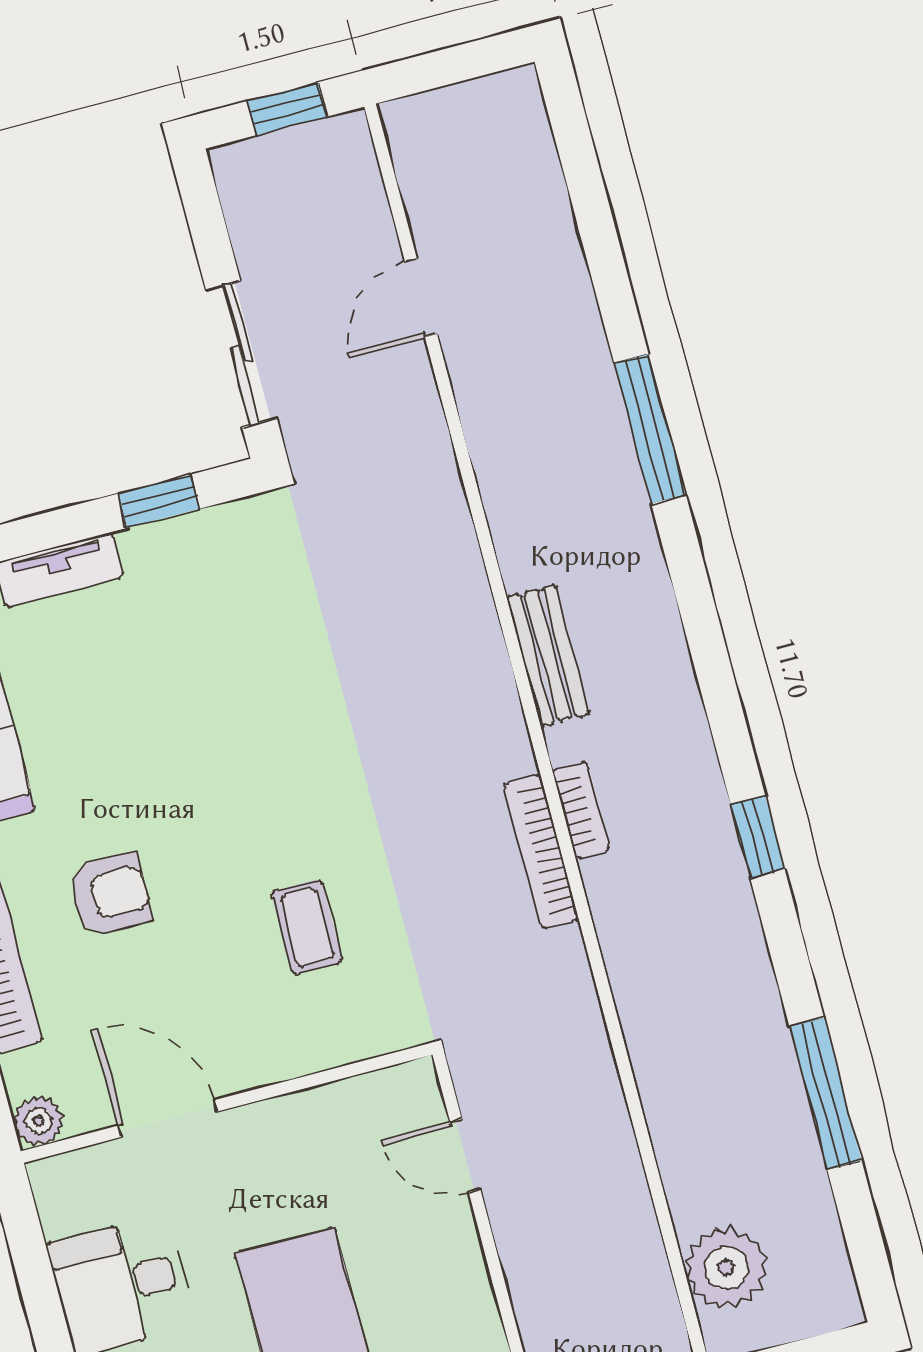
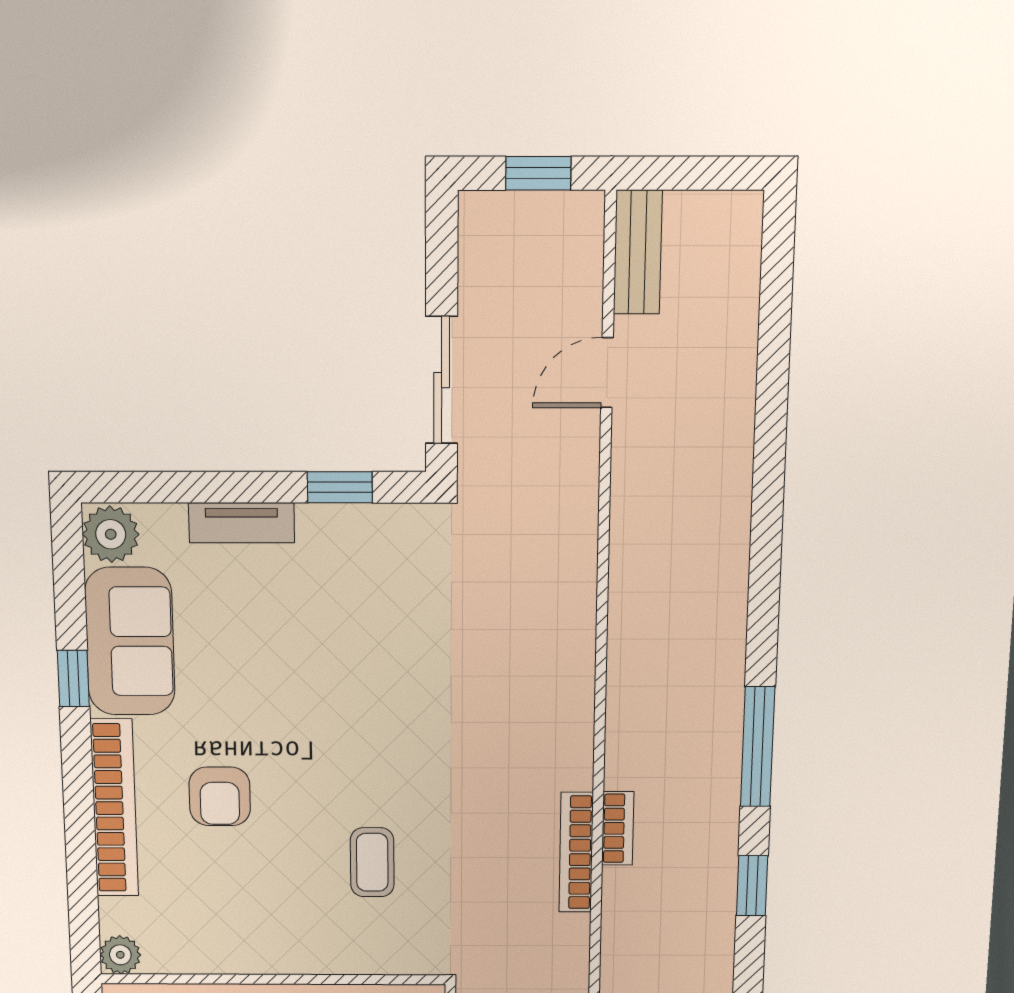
window: (650, 429) -> (758, 747), moved
bench: (548, 655) -> (638, 252), moved
armchair: (110, 895) -> (220, 796), turned 90
door: (168, 1119) -> (224, 979), removed

